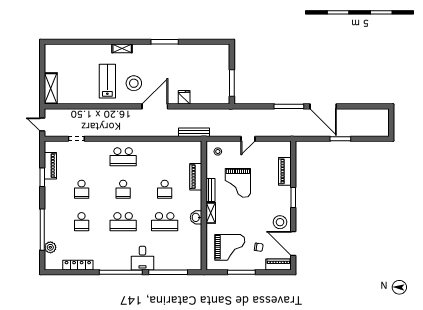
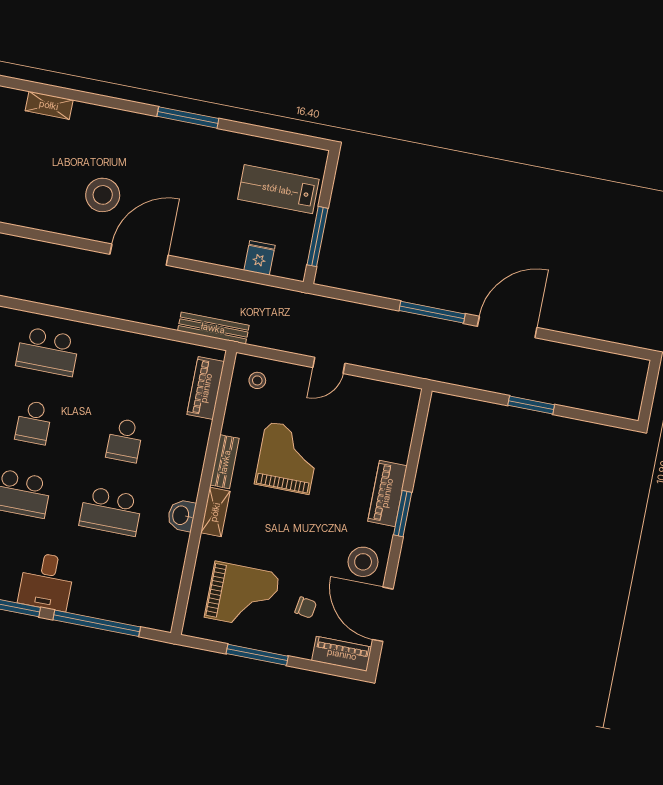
shelving: (122, 48) -> (49, 105), moved
lab bench: (107, 81) -> (278, 189), moved, turned -90
fridge: (184, 97) -> (260, 258), moved
door: (323, 106) -> (507, 327), swing flipped
piano: (285, 171) -> (387, 493), moved
piano: (196, 177) -> (206, 388), moved
grand piano: (238, 183) -> (288, 458), turned 180

